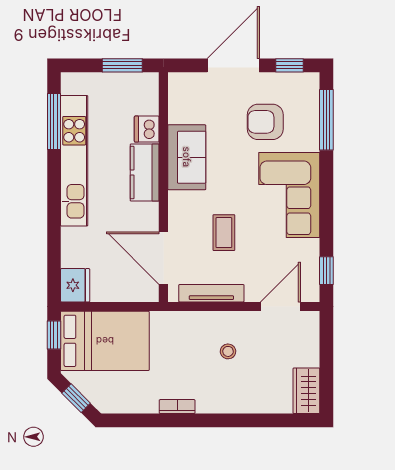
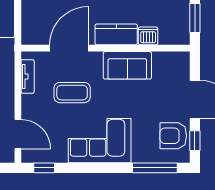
armchair: (265, 122) -> (173, 136), moved, turned -90
coffee table: (224, 233) -> (72, 93), width x1.36, depth x1.30
door: (163, 258) -> (69, 48), moved
tv unit: (211, 293) -> (28, 76), width x0.71

